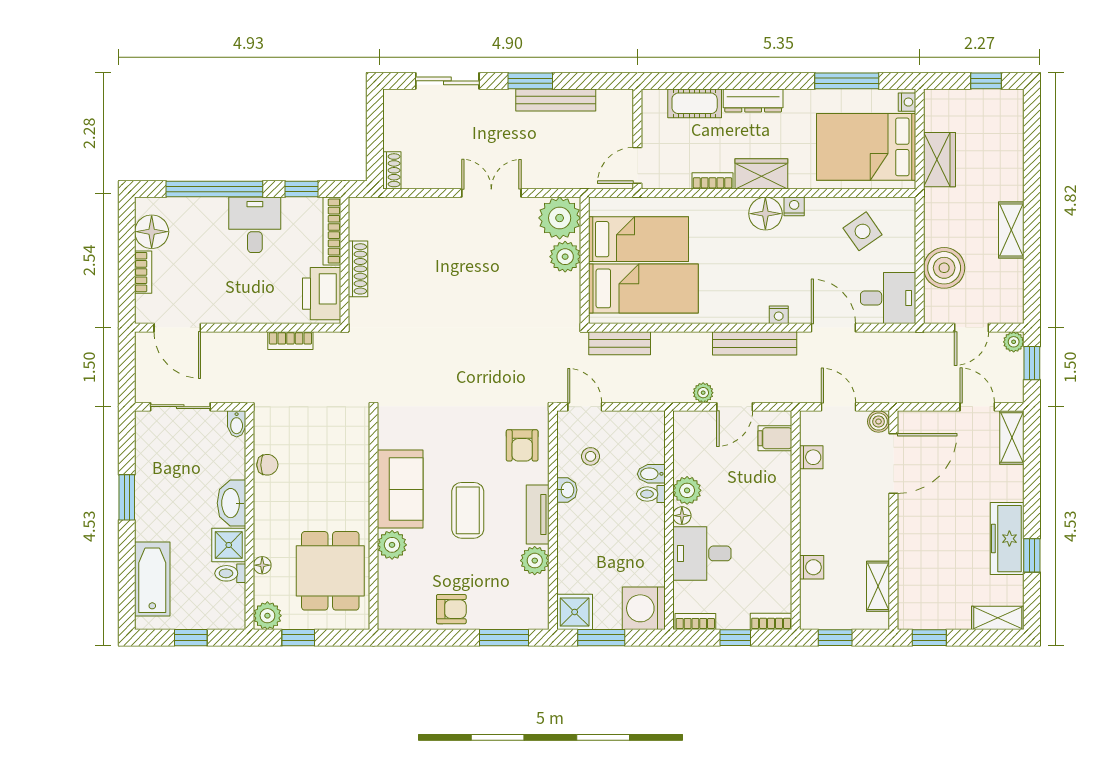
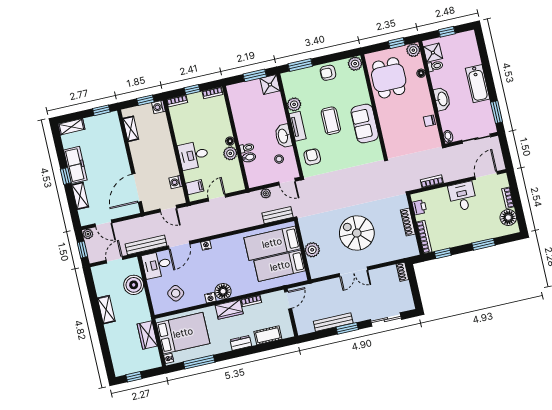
dresser: (753, 100) -> (241, 343), width x0.70
window: (214, 189) -> (484, 244), width x0.47
plant: (560, 218) -> (319, 267), removed
desk: (255, 225) -> (462, 196), moved, turned 180
spiral stairs: (467, 270) -> (357, 233), added
printer: (322, 294) -> (419, 207), width x0.53, depth x0.68
door: (177, 328) -> (486, 175), hinge flipped
door: (833, 328) -> (179, 245), hinge flipped
plant: (1014, 342) -> (88, 234), moved
bench: (755, 343) -> (146, 245), moved
plant: (703, 393) -> (266, 193), moved
boiler: (879, 422) -> (148, 206), removed
shelving: (1012, 437) -> (80, 196), moved
washbasin: (567, 490) -> (283, 136), width x1.91, depth x1.45
window: (127, 497) -> (497, 112), moved
shower: (229, 545) -> (433, 53), moved
plant: (392, 545) -> (355, 64), moved
desk: (702, 553) -> (193, 155), moved, turned 180
window: (1032, 555) -> (66, 176), moved
washing machine: (812, 567) -> (158, 107), moved
bathtub: (152, 579) -> (478, 84), moved
washing machine: (644, 608) -> (238, 94), removed

